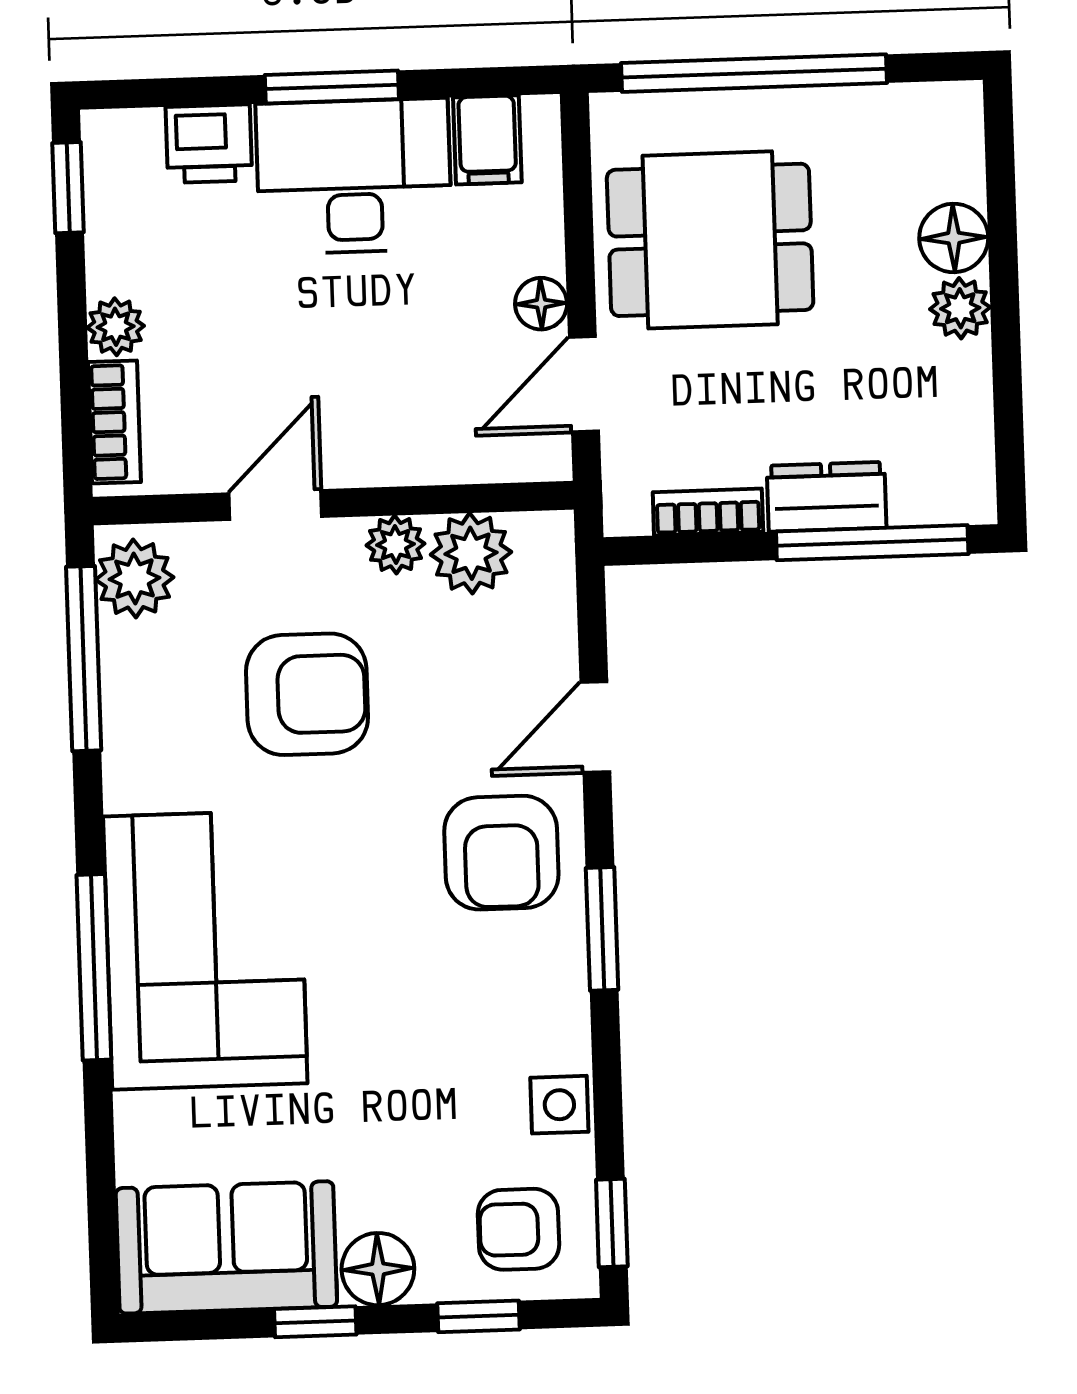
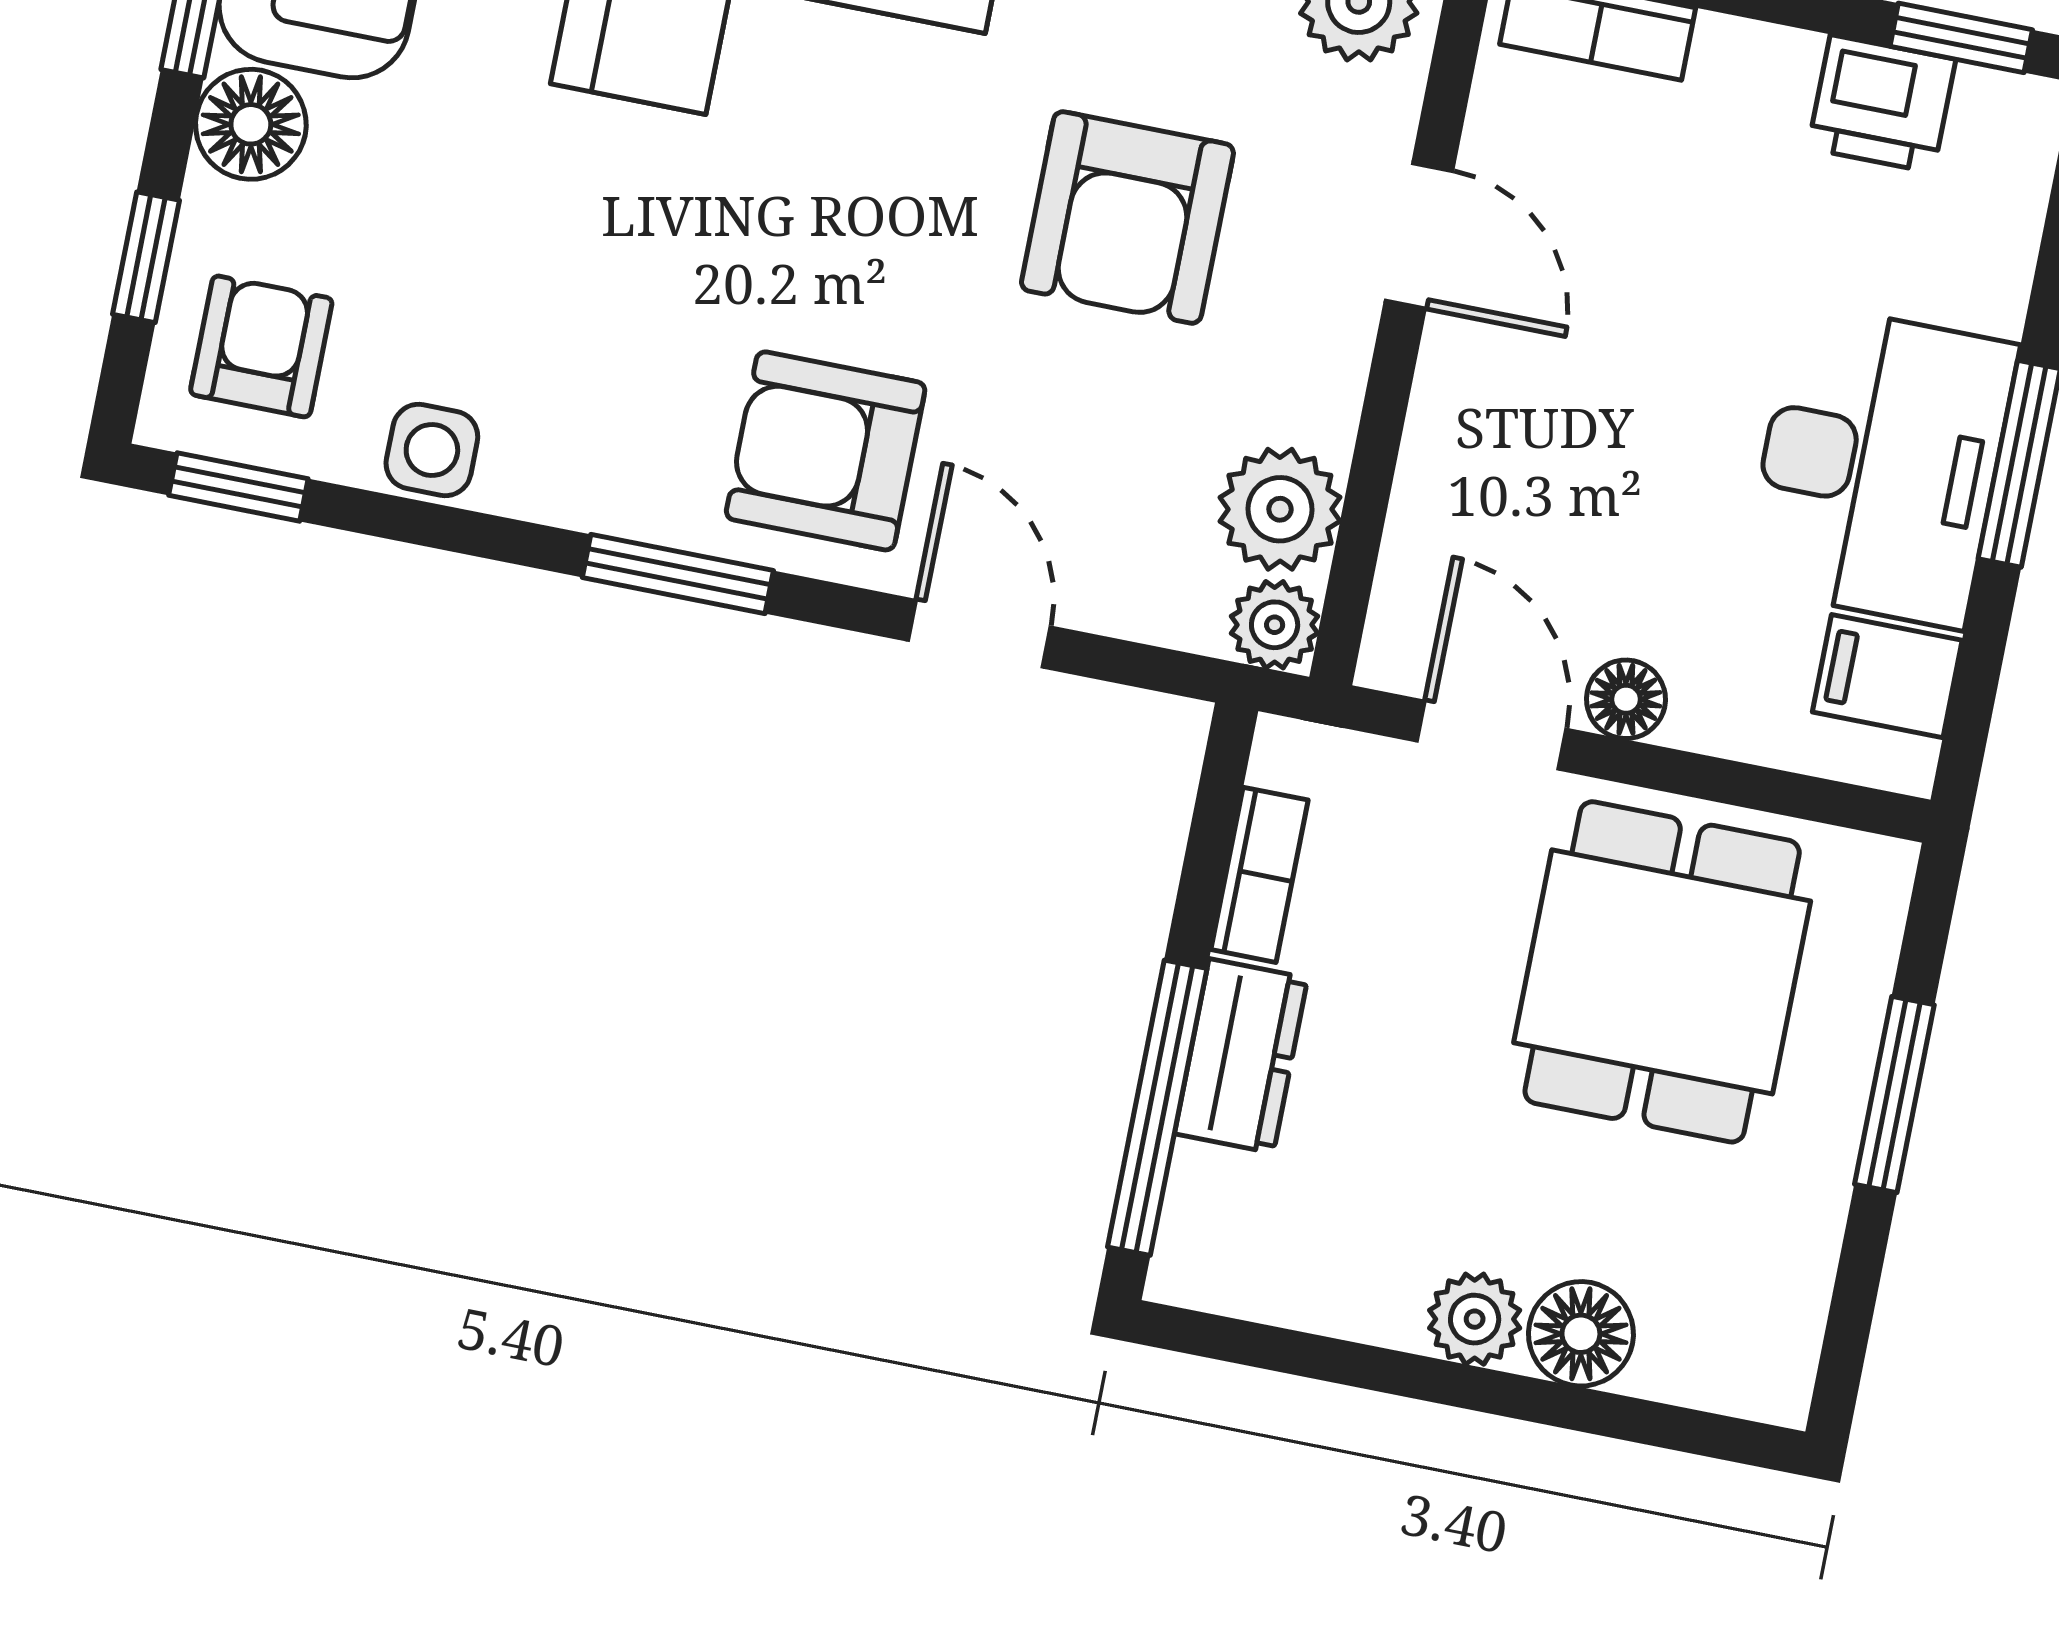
window: (754, 73) -> (1894, 1095), width x0.47
printer: (209, 144) -> (1882, 104), moved, turned -90
plant: (116, 327) -> (1739, 60), removed
plant: (396, 545) -> (1275, 625), moved

